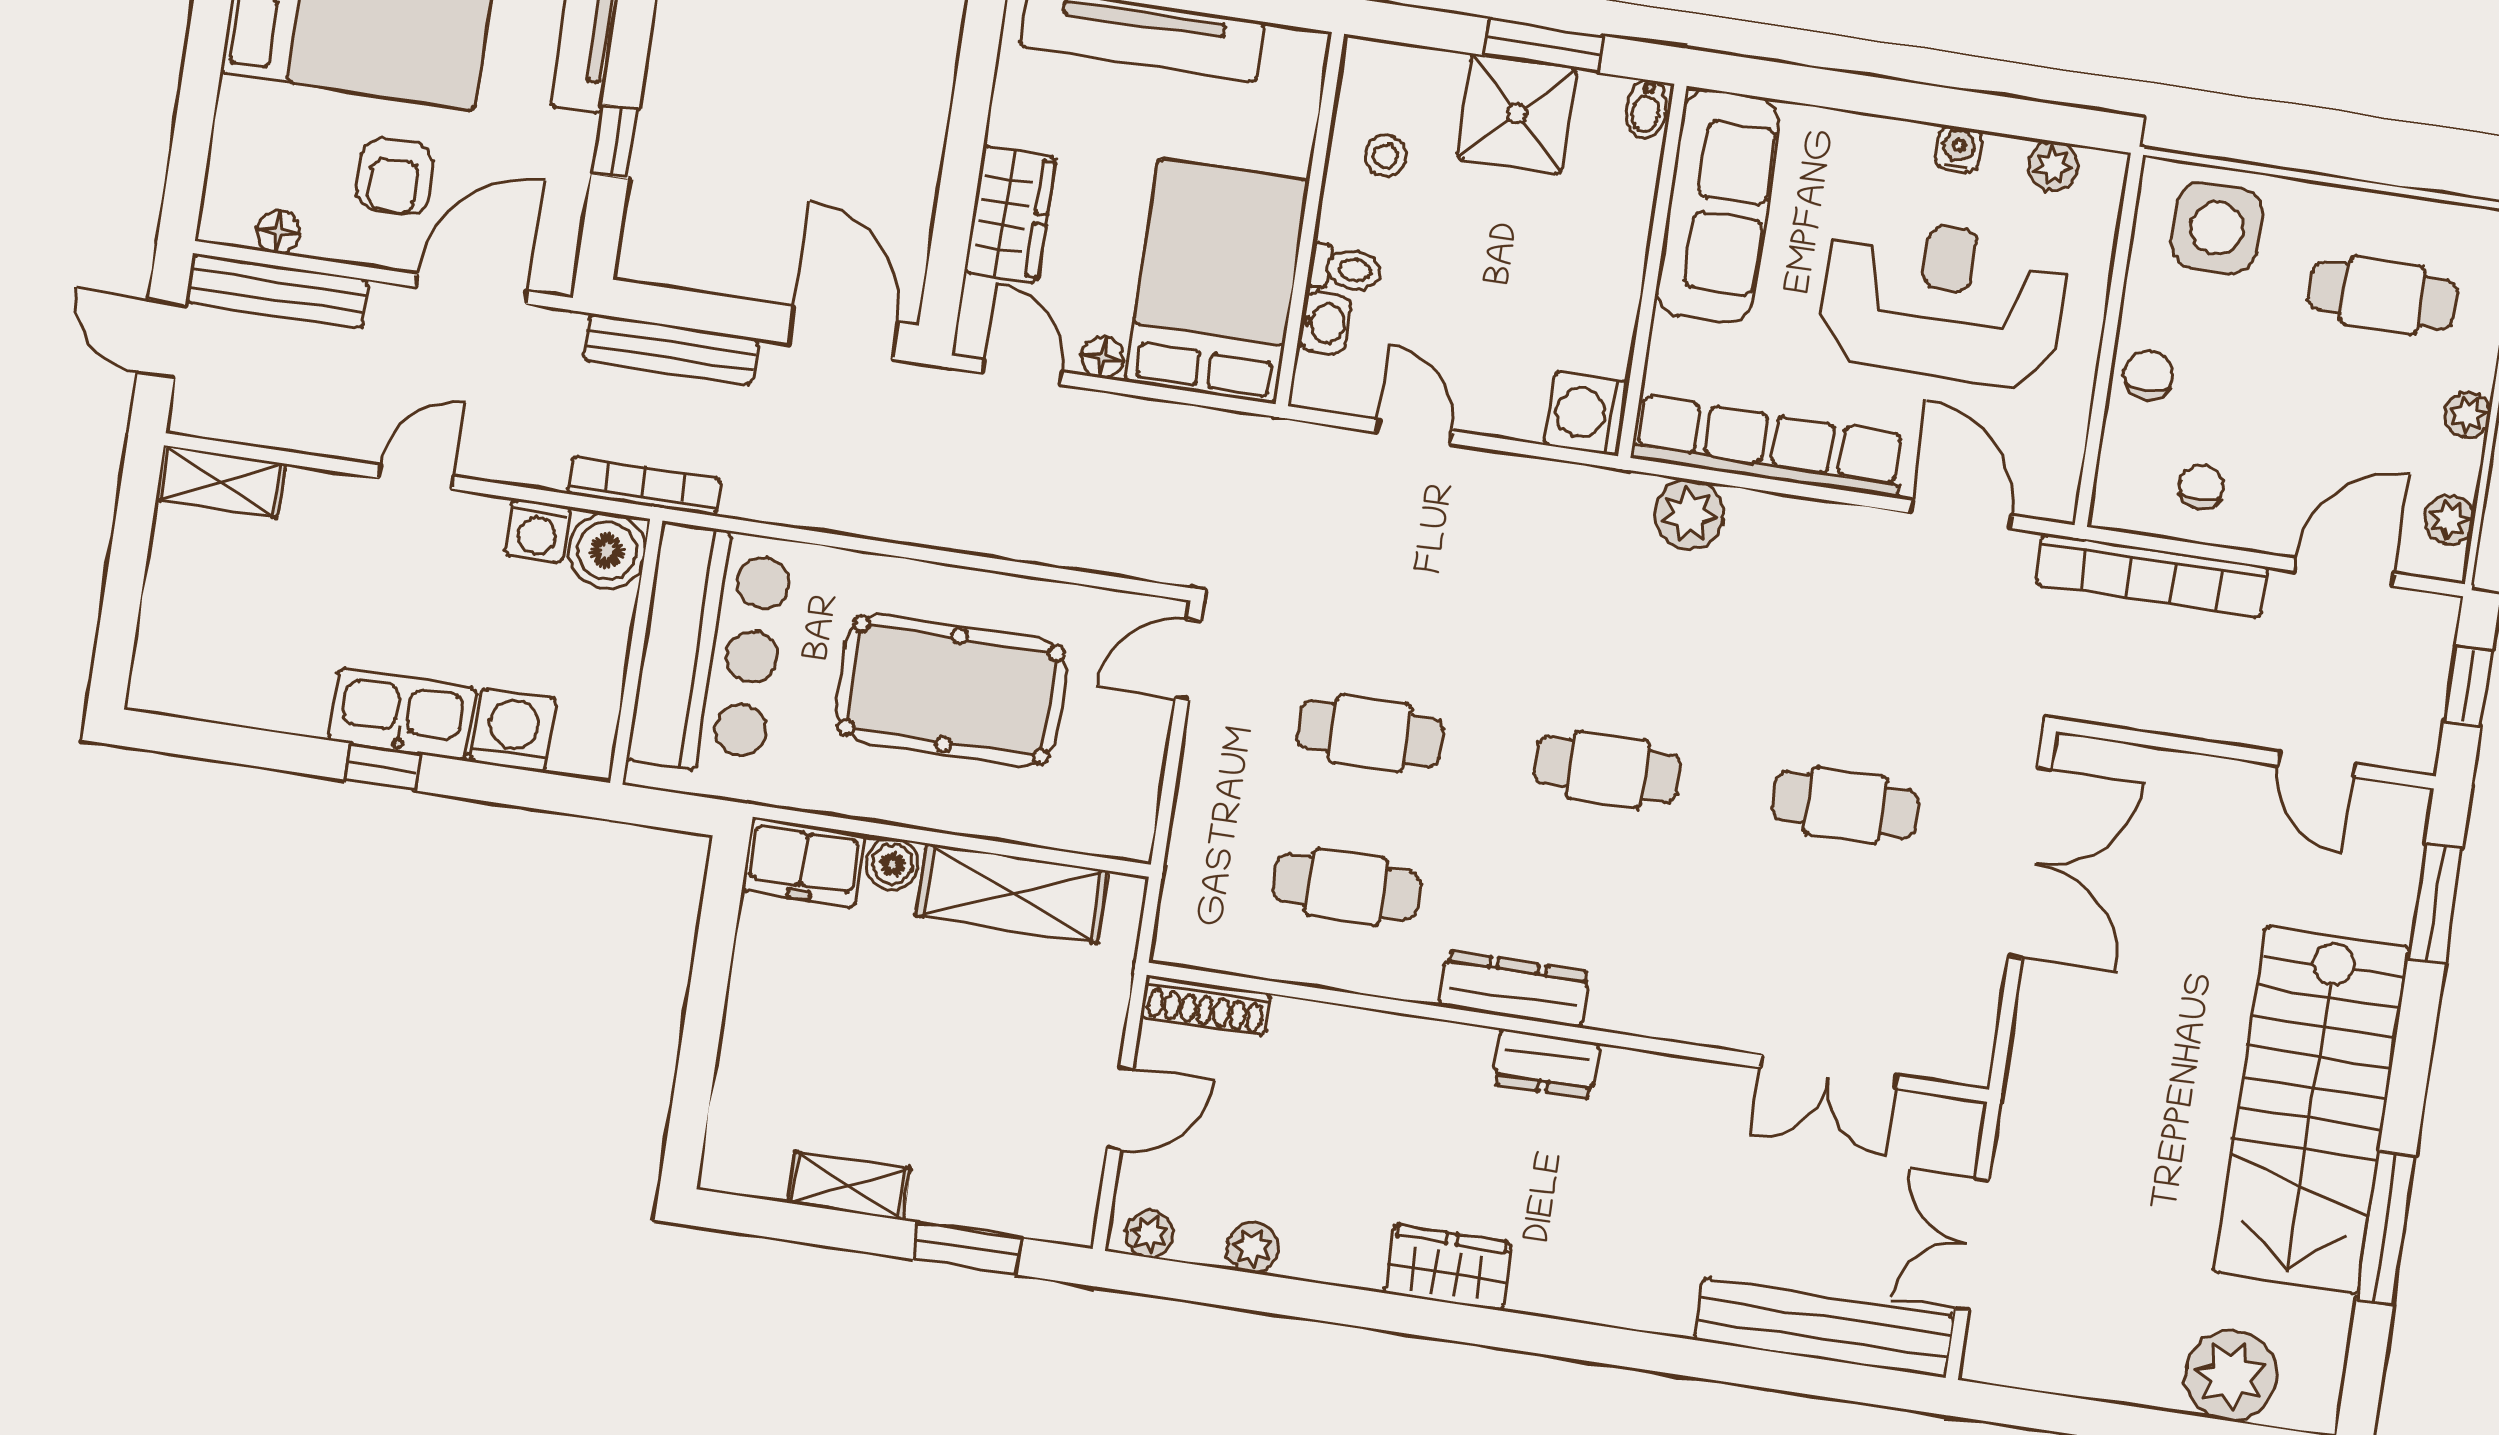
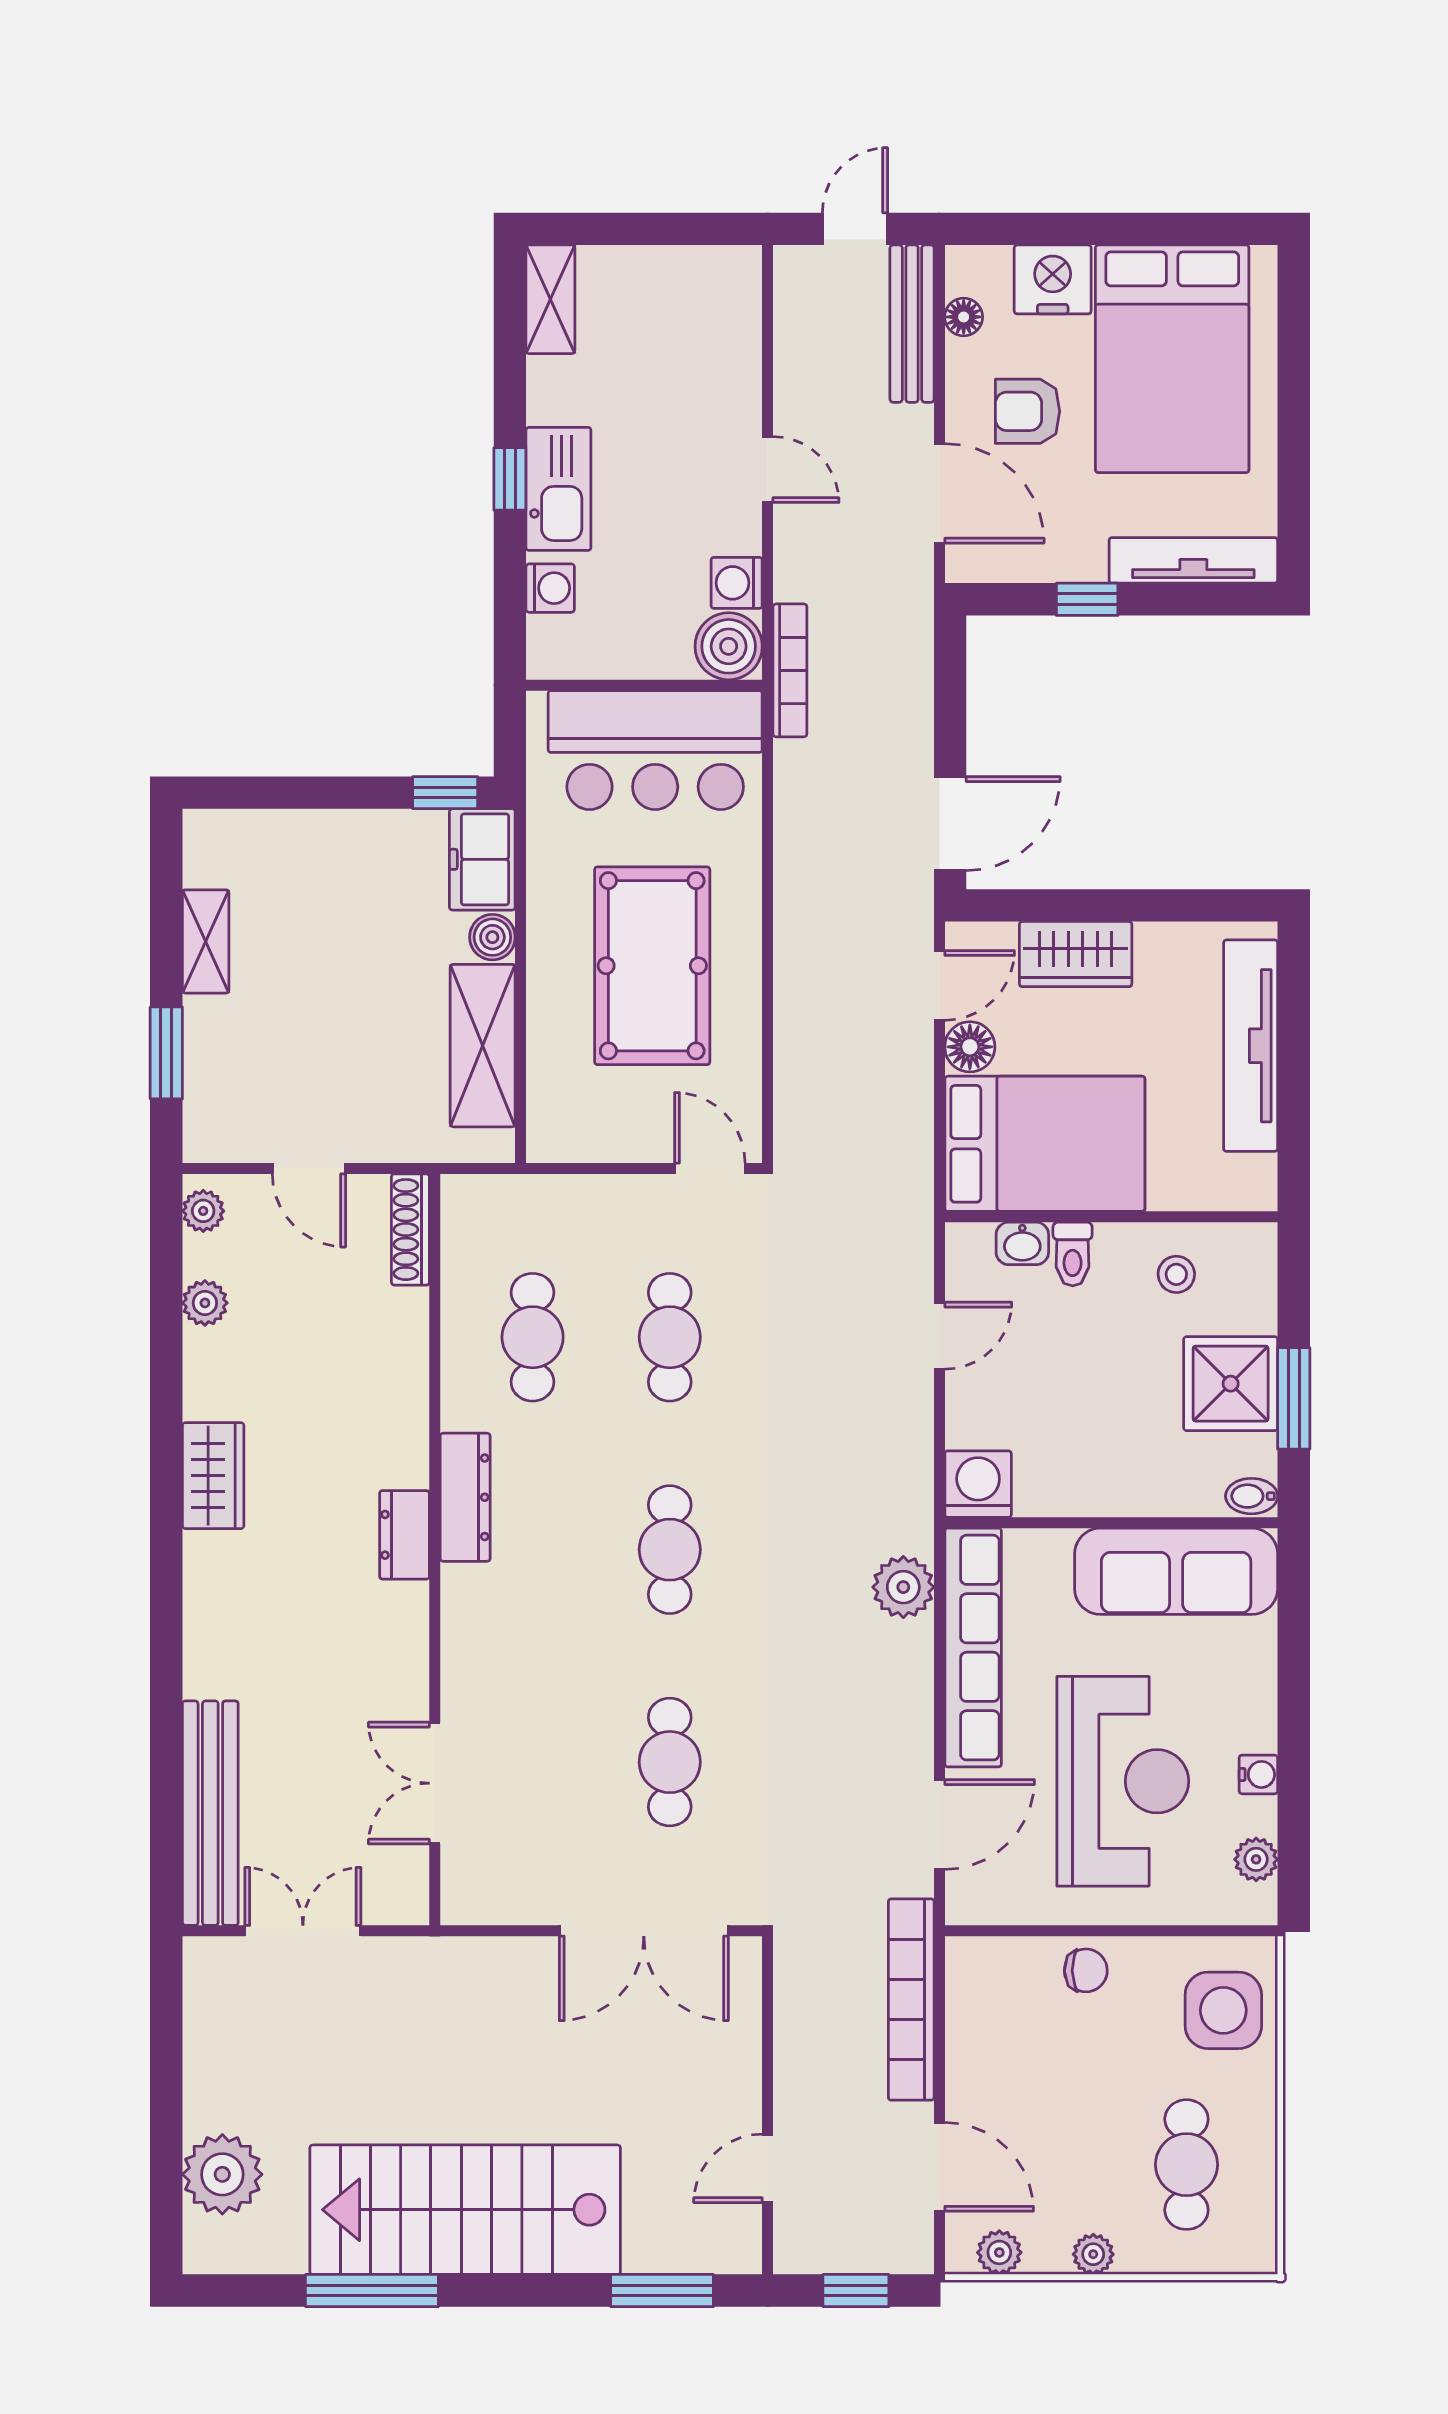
nightstand: (251, 126) -> (1053, 279), added
bench: (671, 349) -> (913, 675), removed
floor lamp: (1102, 357) -> (970, 1047), width x1.37, depth x1.37
shelving: (220, 482) -> (550, 299), moved
chair: (2201, 487) -> (995, 2031), removed
washing machine: (513, 730) -> (550, 588), width x0.73, depth x0.73
window: (723, 892) -> (445, 793), added

